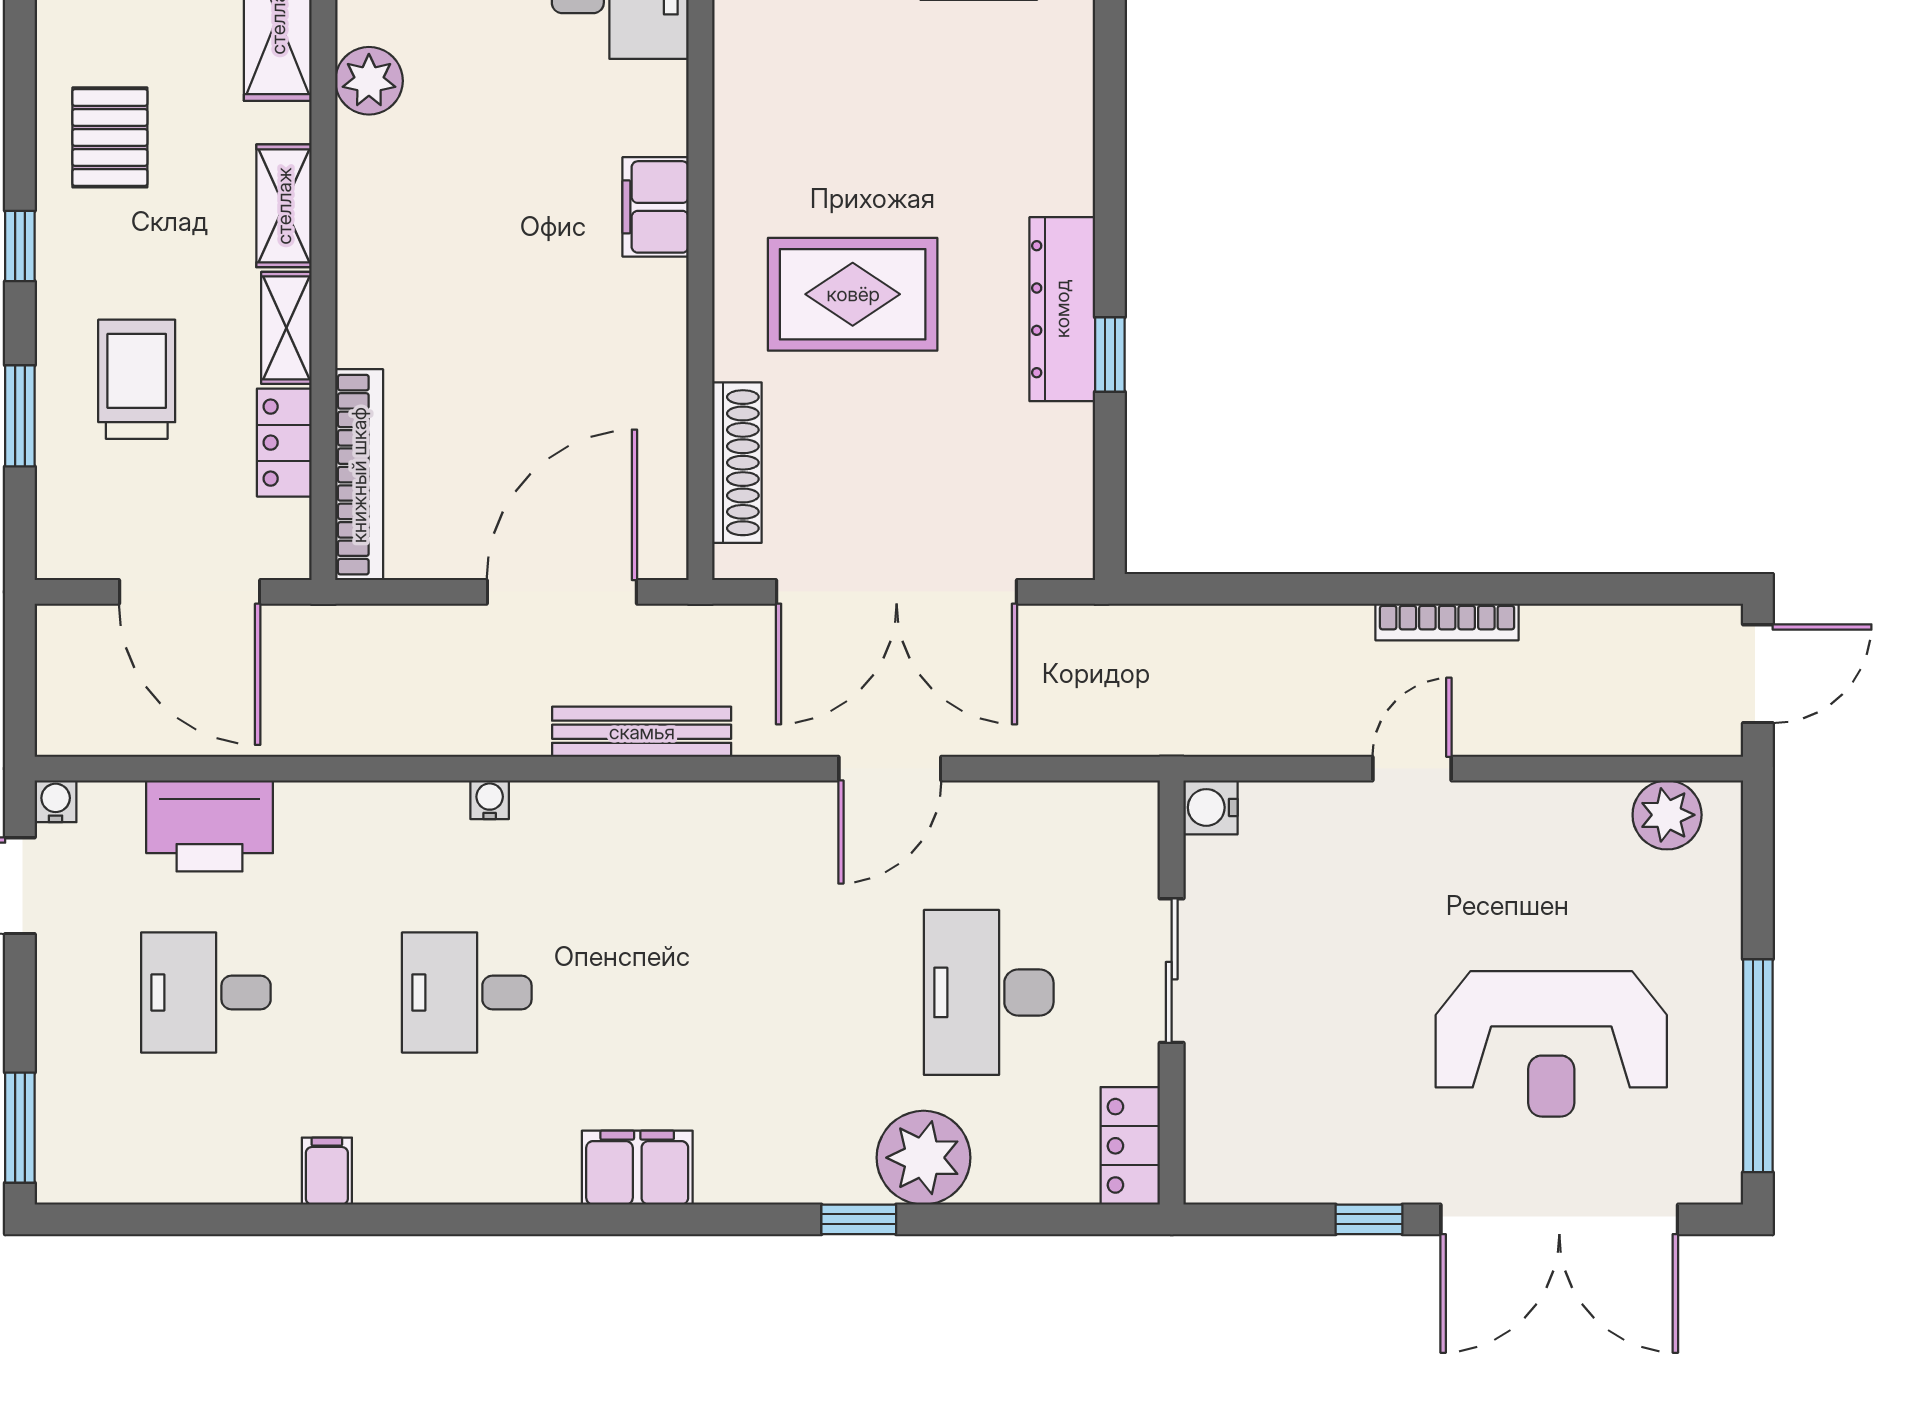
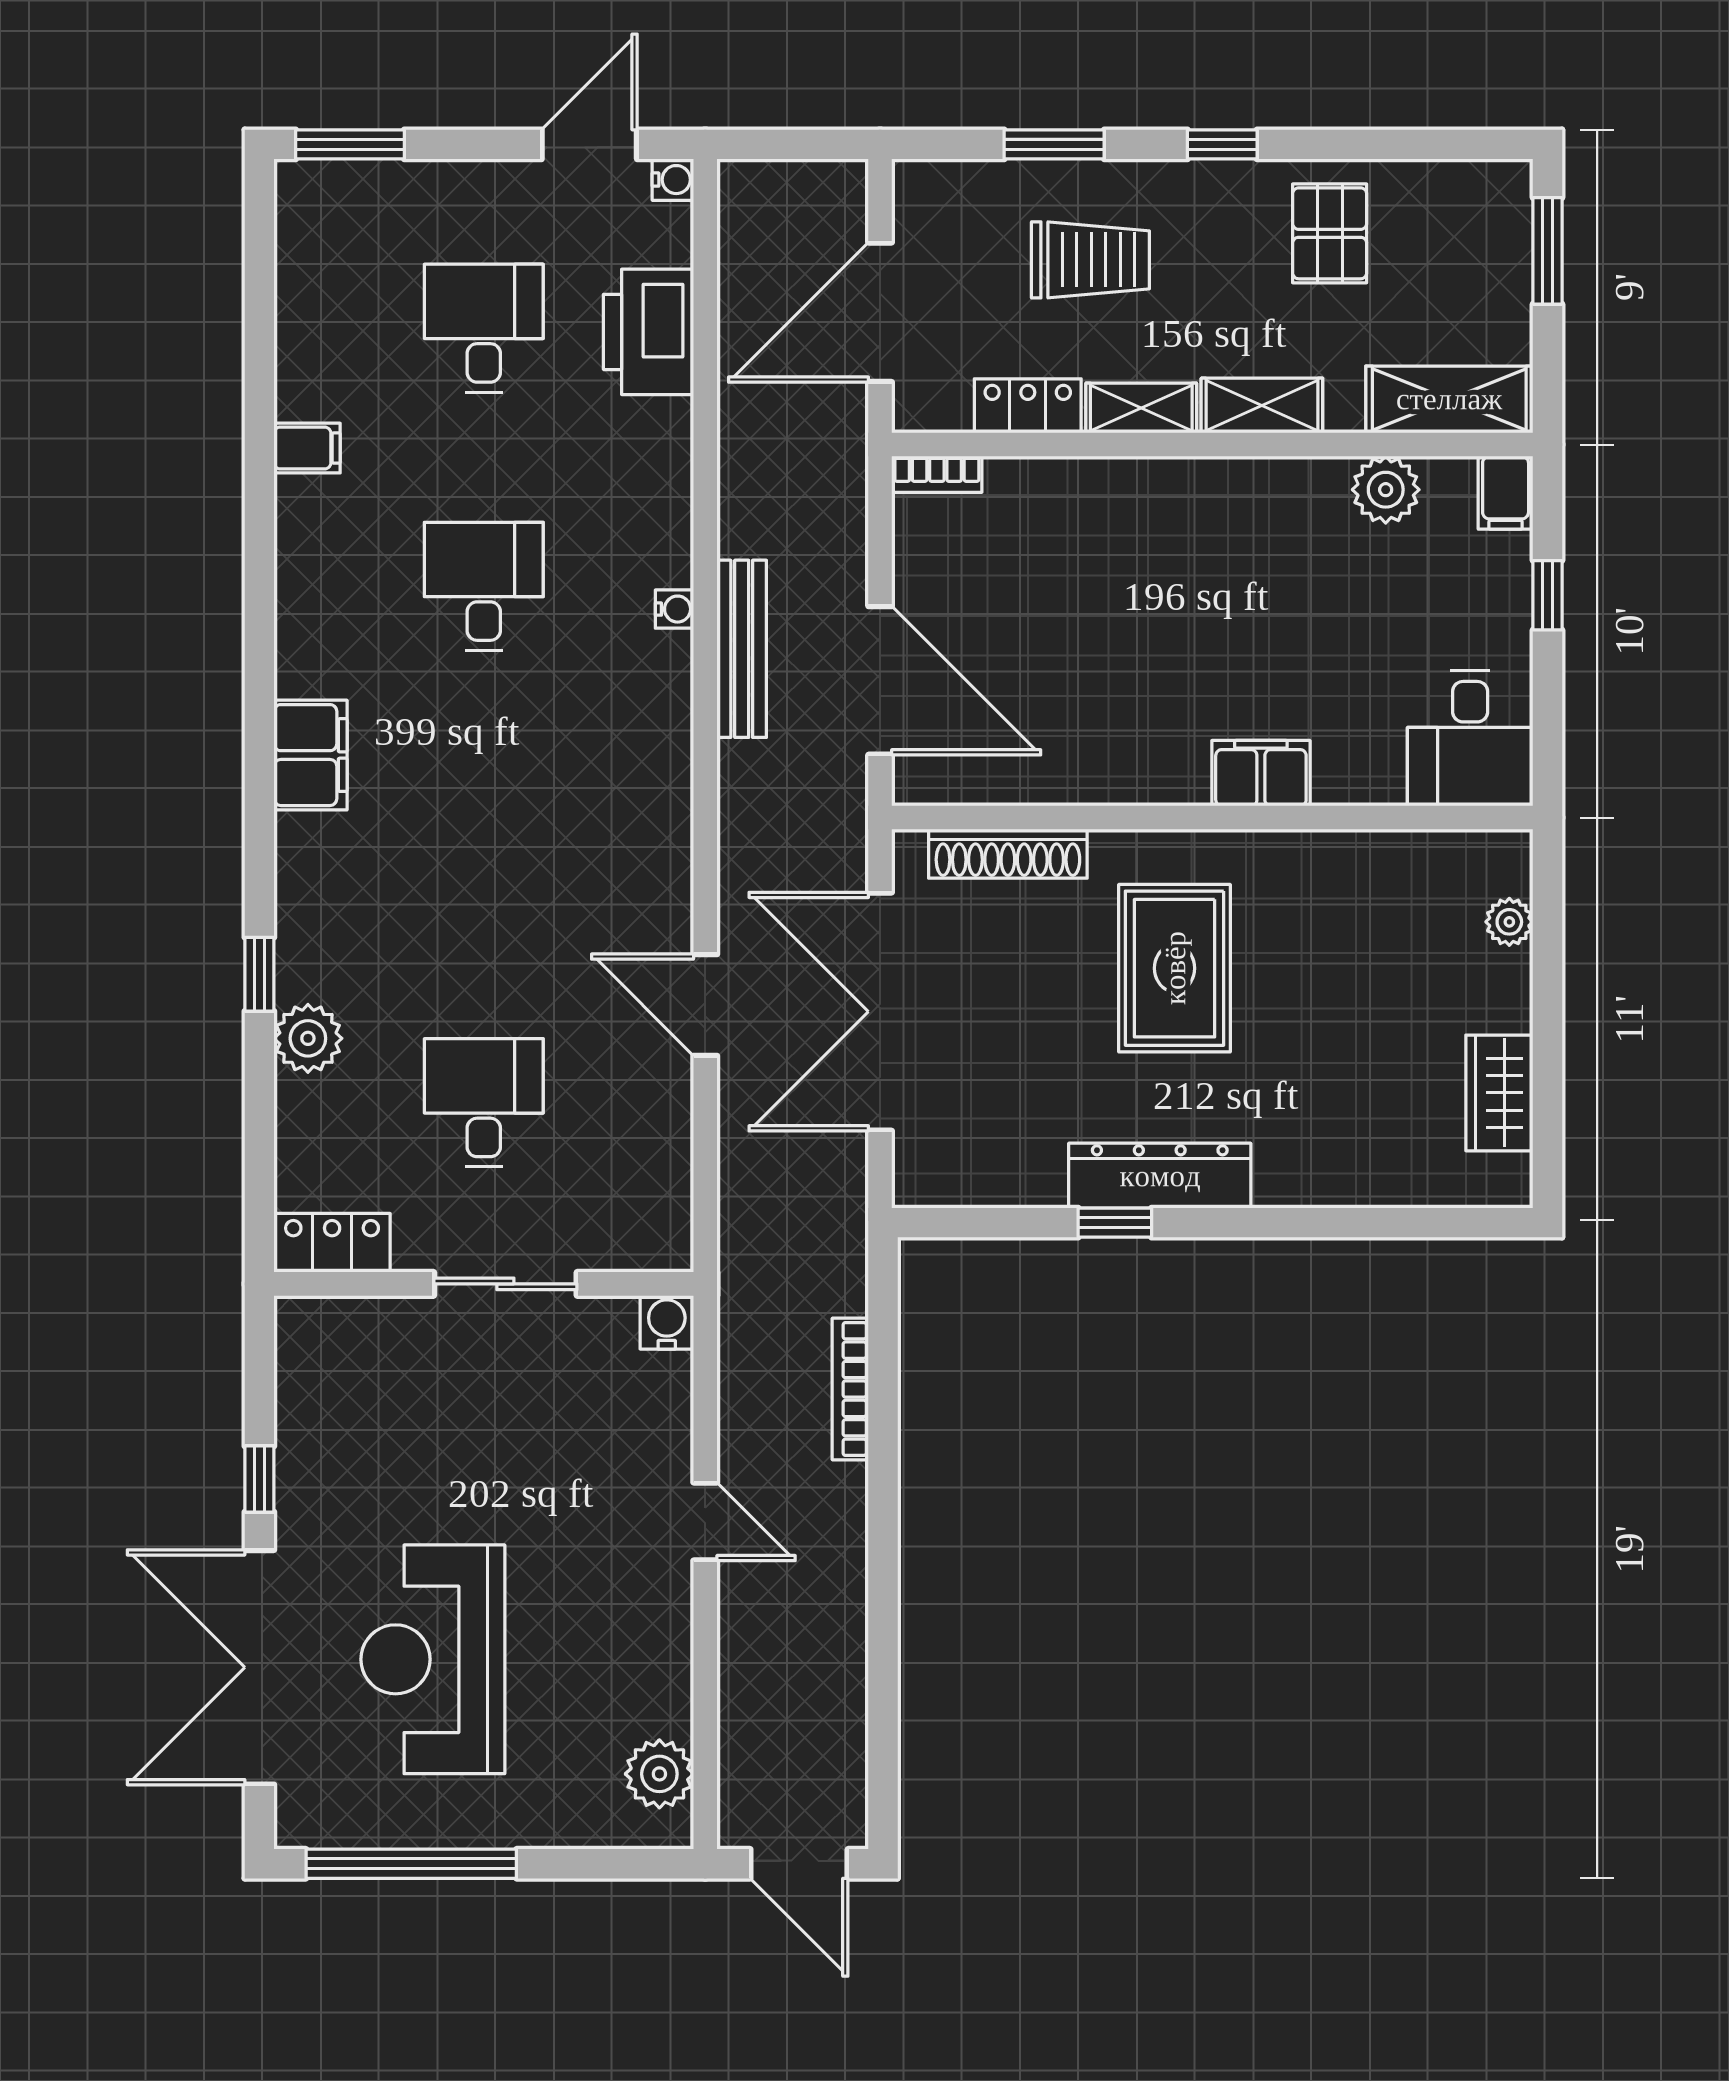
pallet: (110, 137) -> (1330, 233), turned 90
bookcase: (359, 475) -> (937, 474), width x0.43, depth x0.76
bookcase: (1447, 622) -> (850, 1389), moved
bench: (642, 732) -> (742, 649), moved
desk: (989, 992) -> (484, 1103), width x0.73
plant: (924, 1158) -> (308, 1038), width x0.73, depth x0.73

